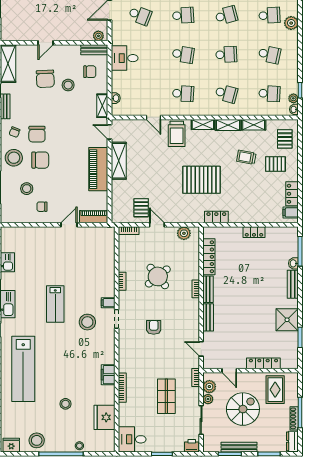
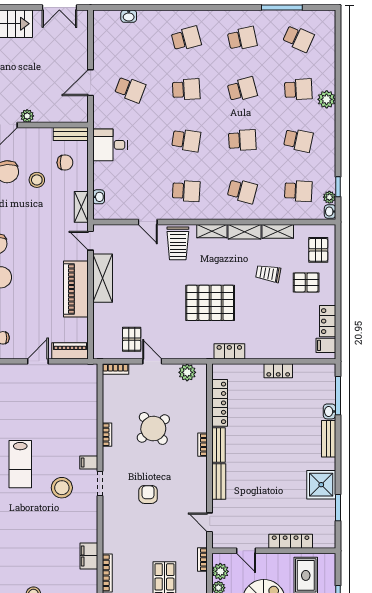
plant: (98, 36) -> (27, 116), moved

